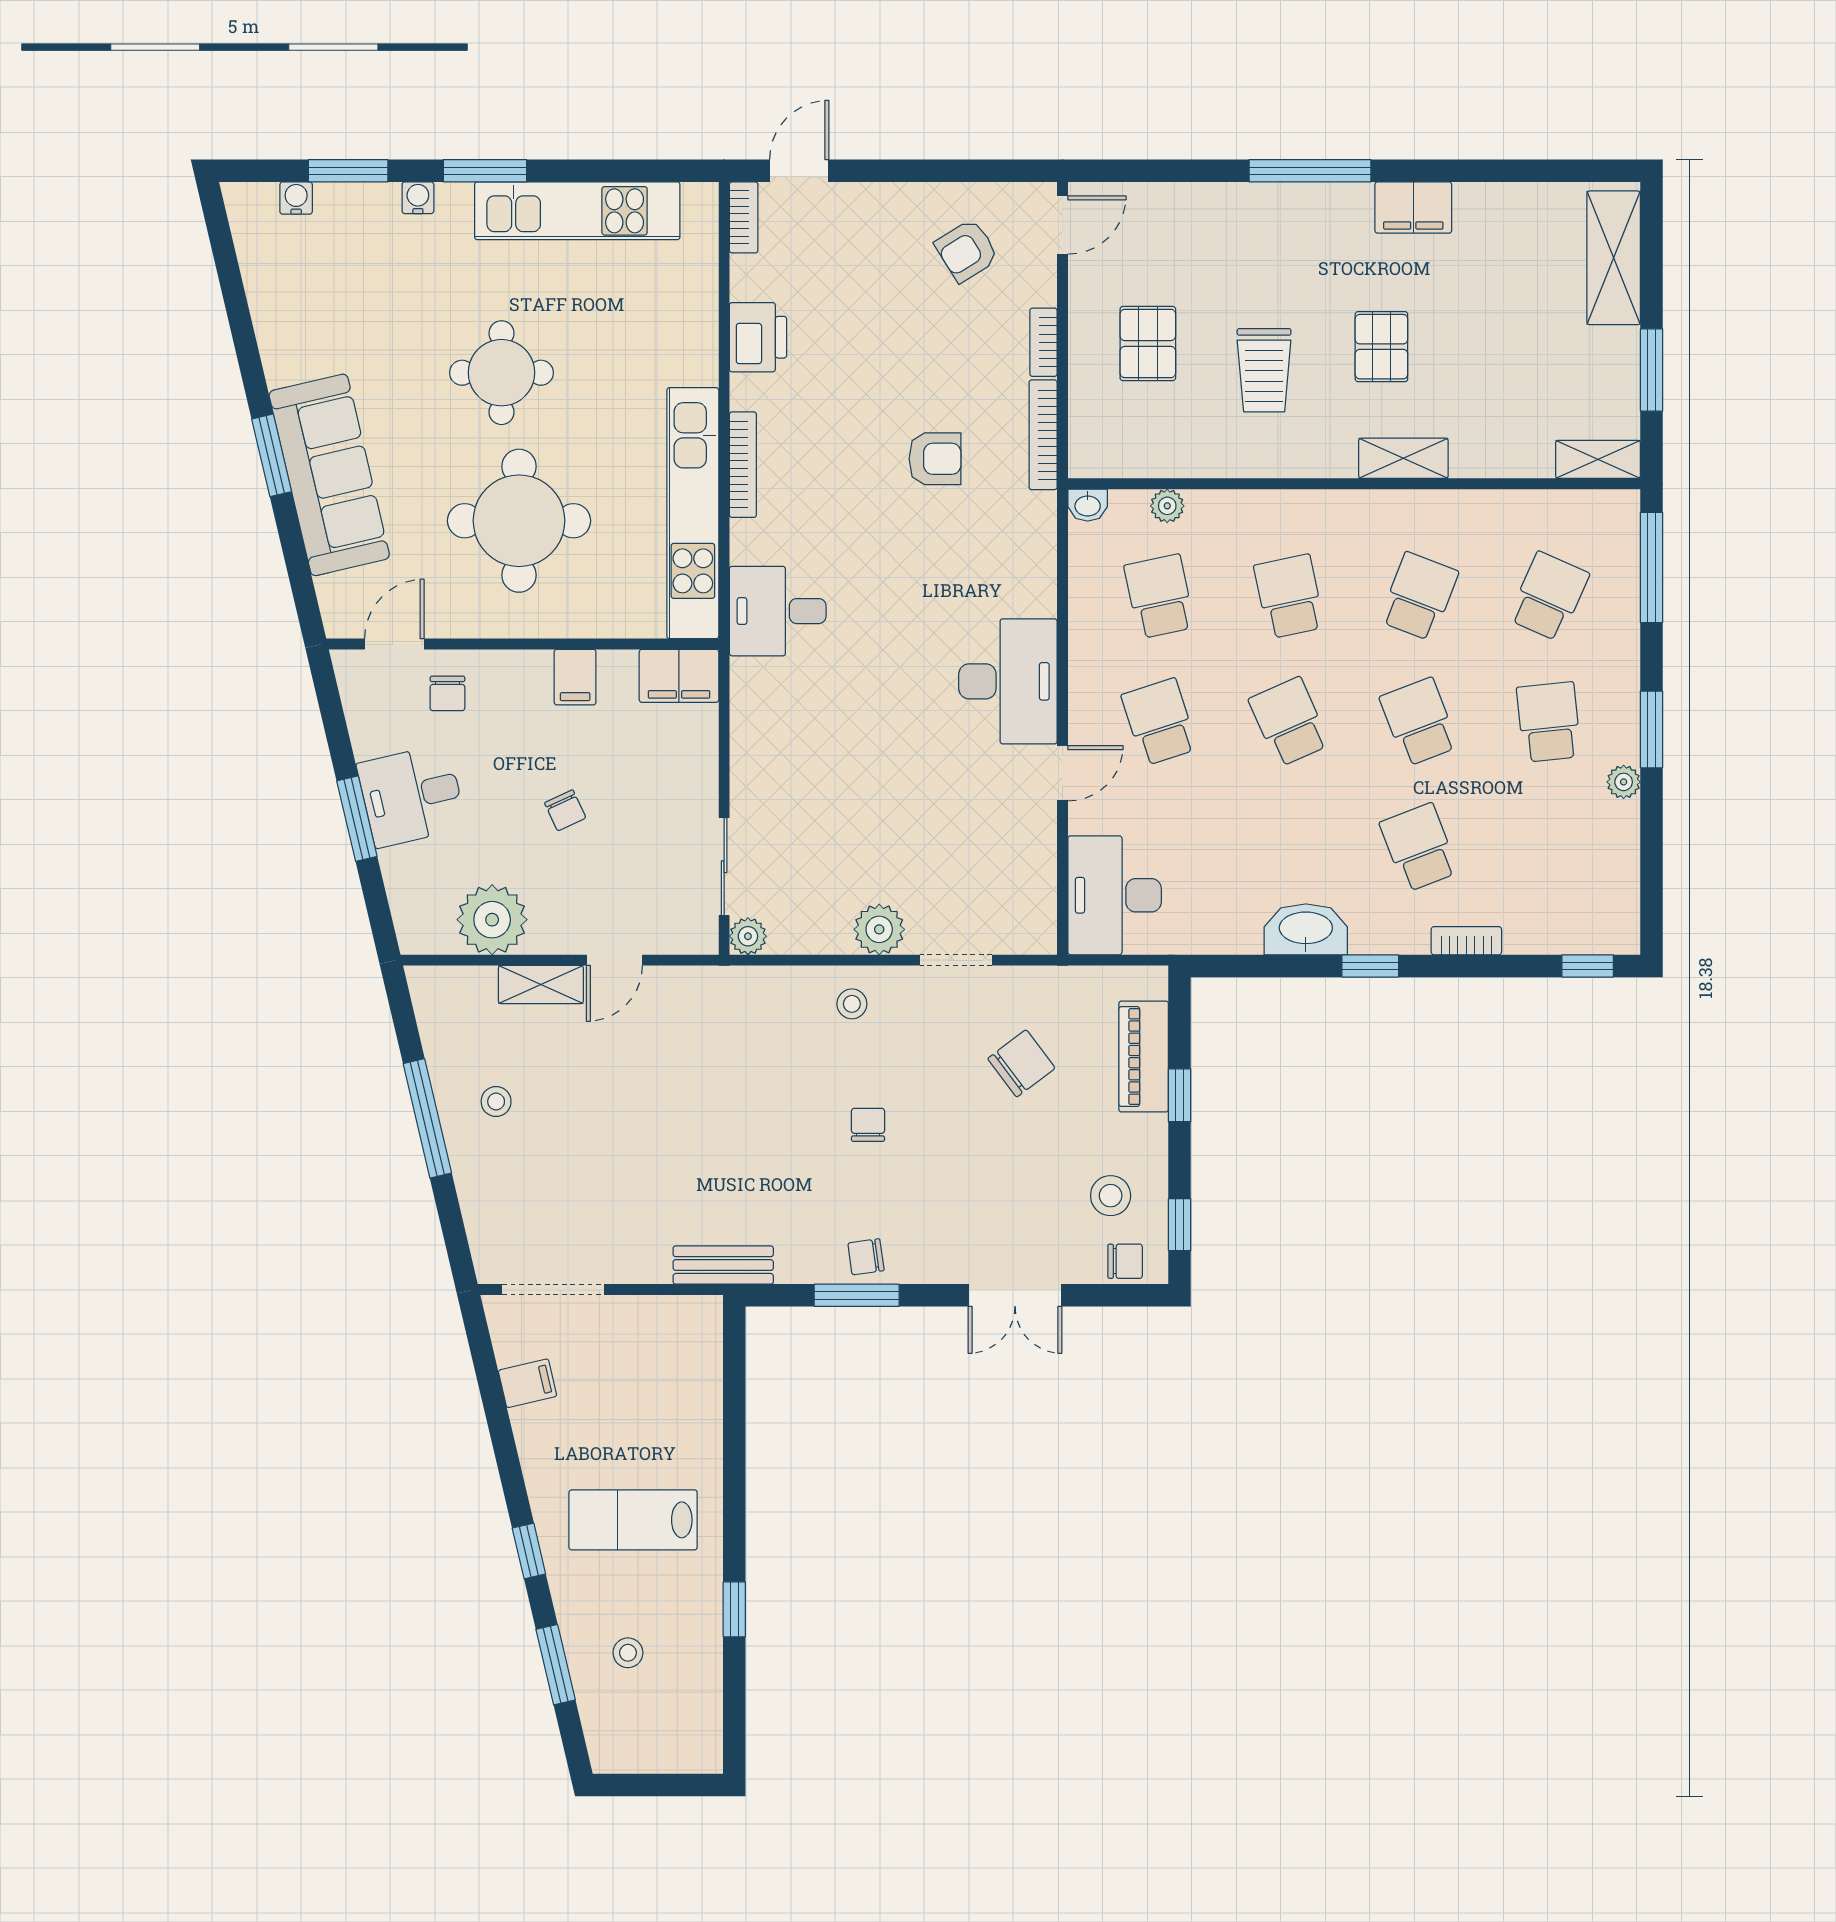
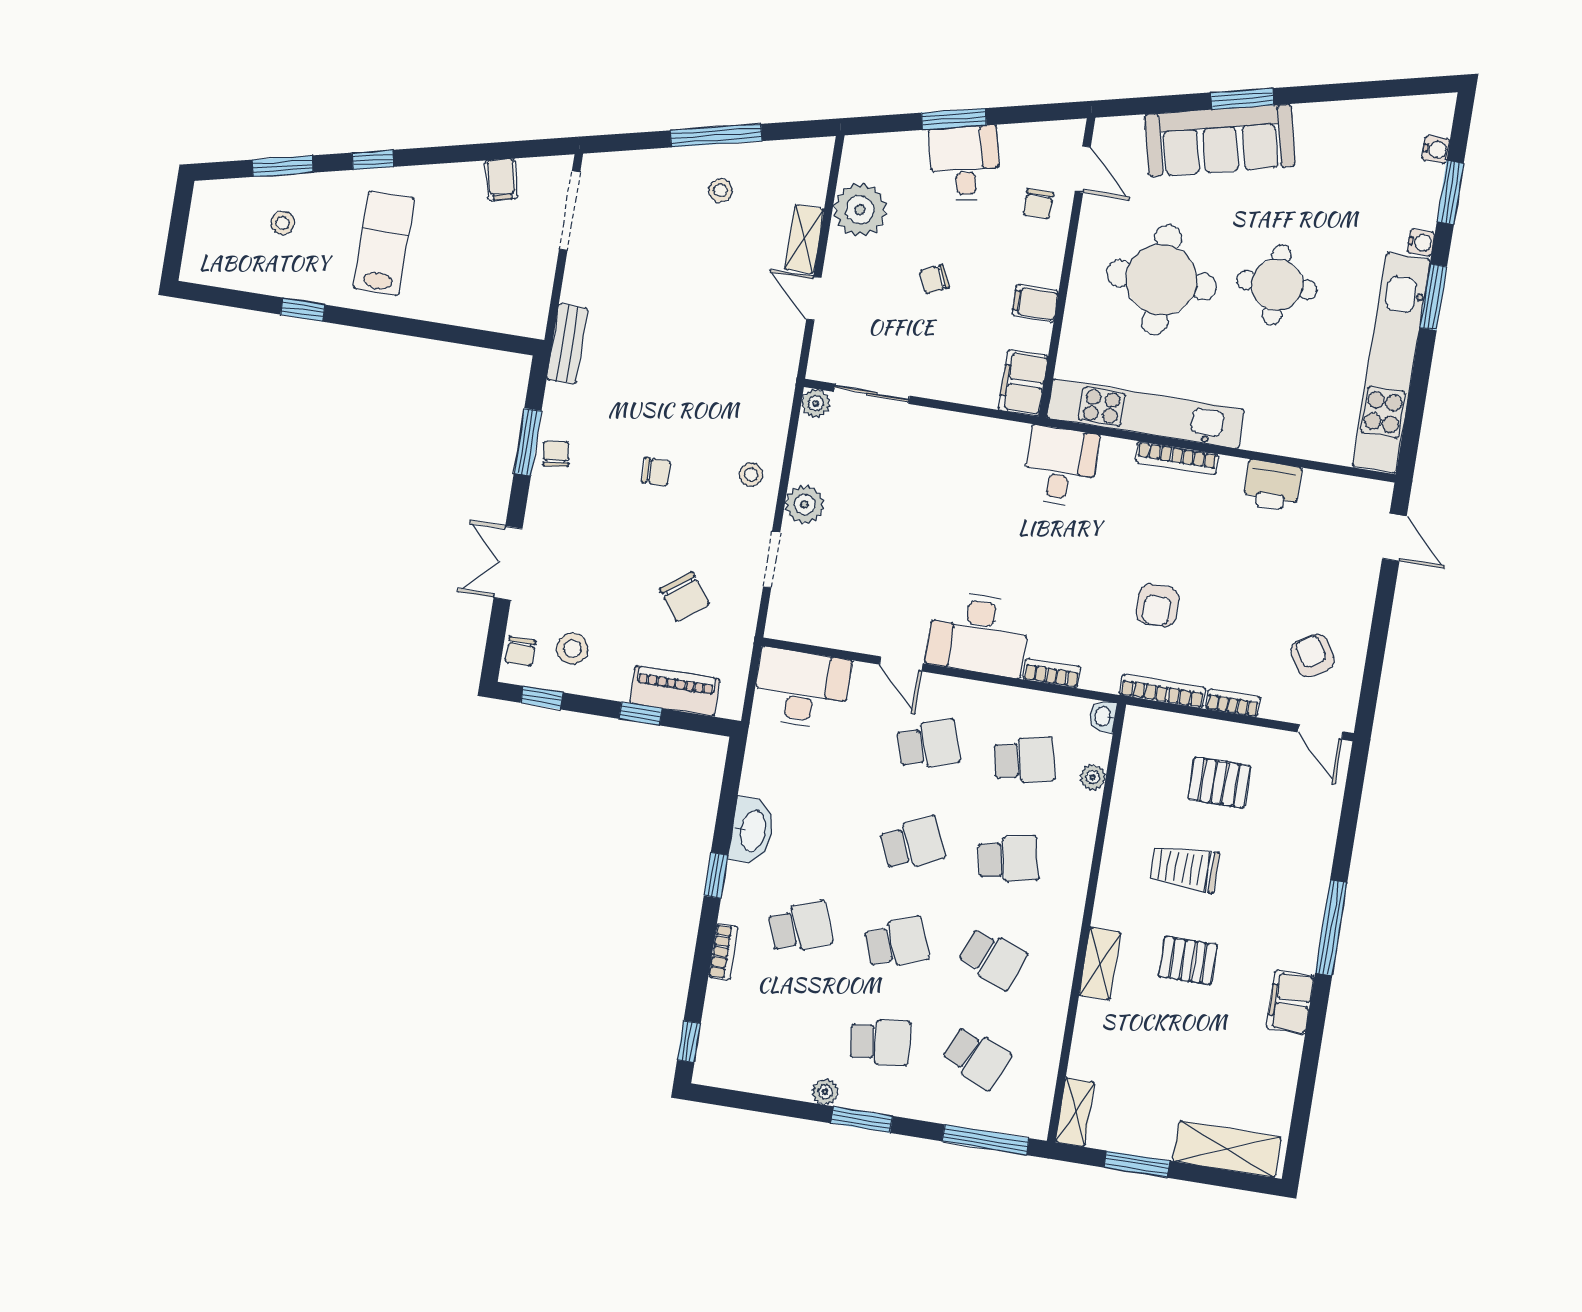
kitchen unit: (577, 211) -> (1391, 363), width x1.36
bookcase: (744, 217) -> (1052, 673), moved, turned 180
chair: (447, 693) -> (1038, 204), turned -90

